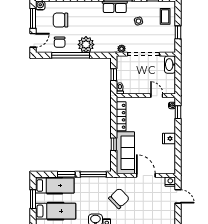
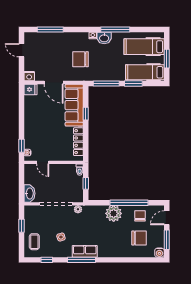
fridge: (169, 139) -> (30, 89), moved
door: (178, 196) -> (21, 50), moved
chair: (119, 198) -> (81, 59), turned 44

